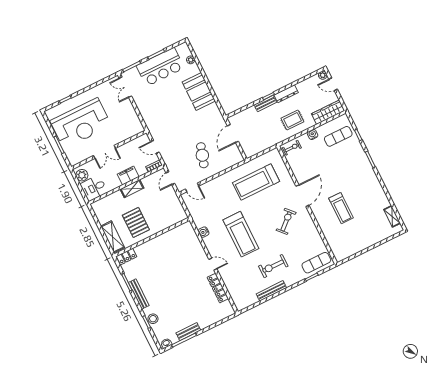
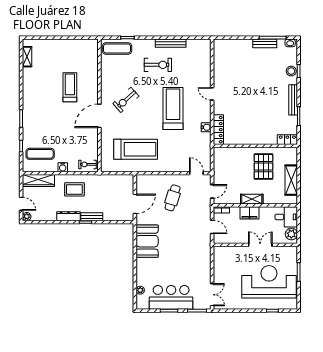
booth: (199, 91) -> (147, 241), moved
shelving: (113, 237) -> (291, 180), moved
locker: (218, 288) -> (218, 130), moved

